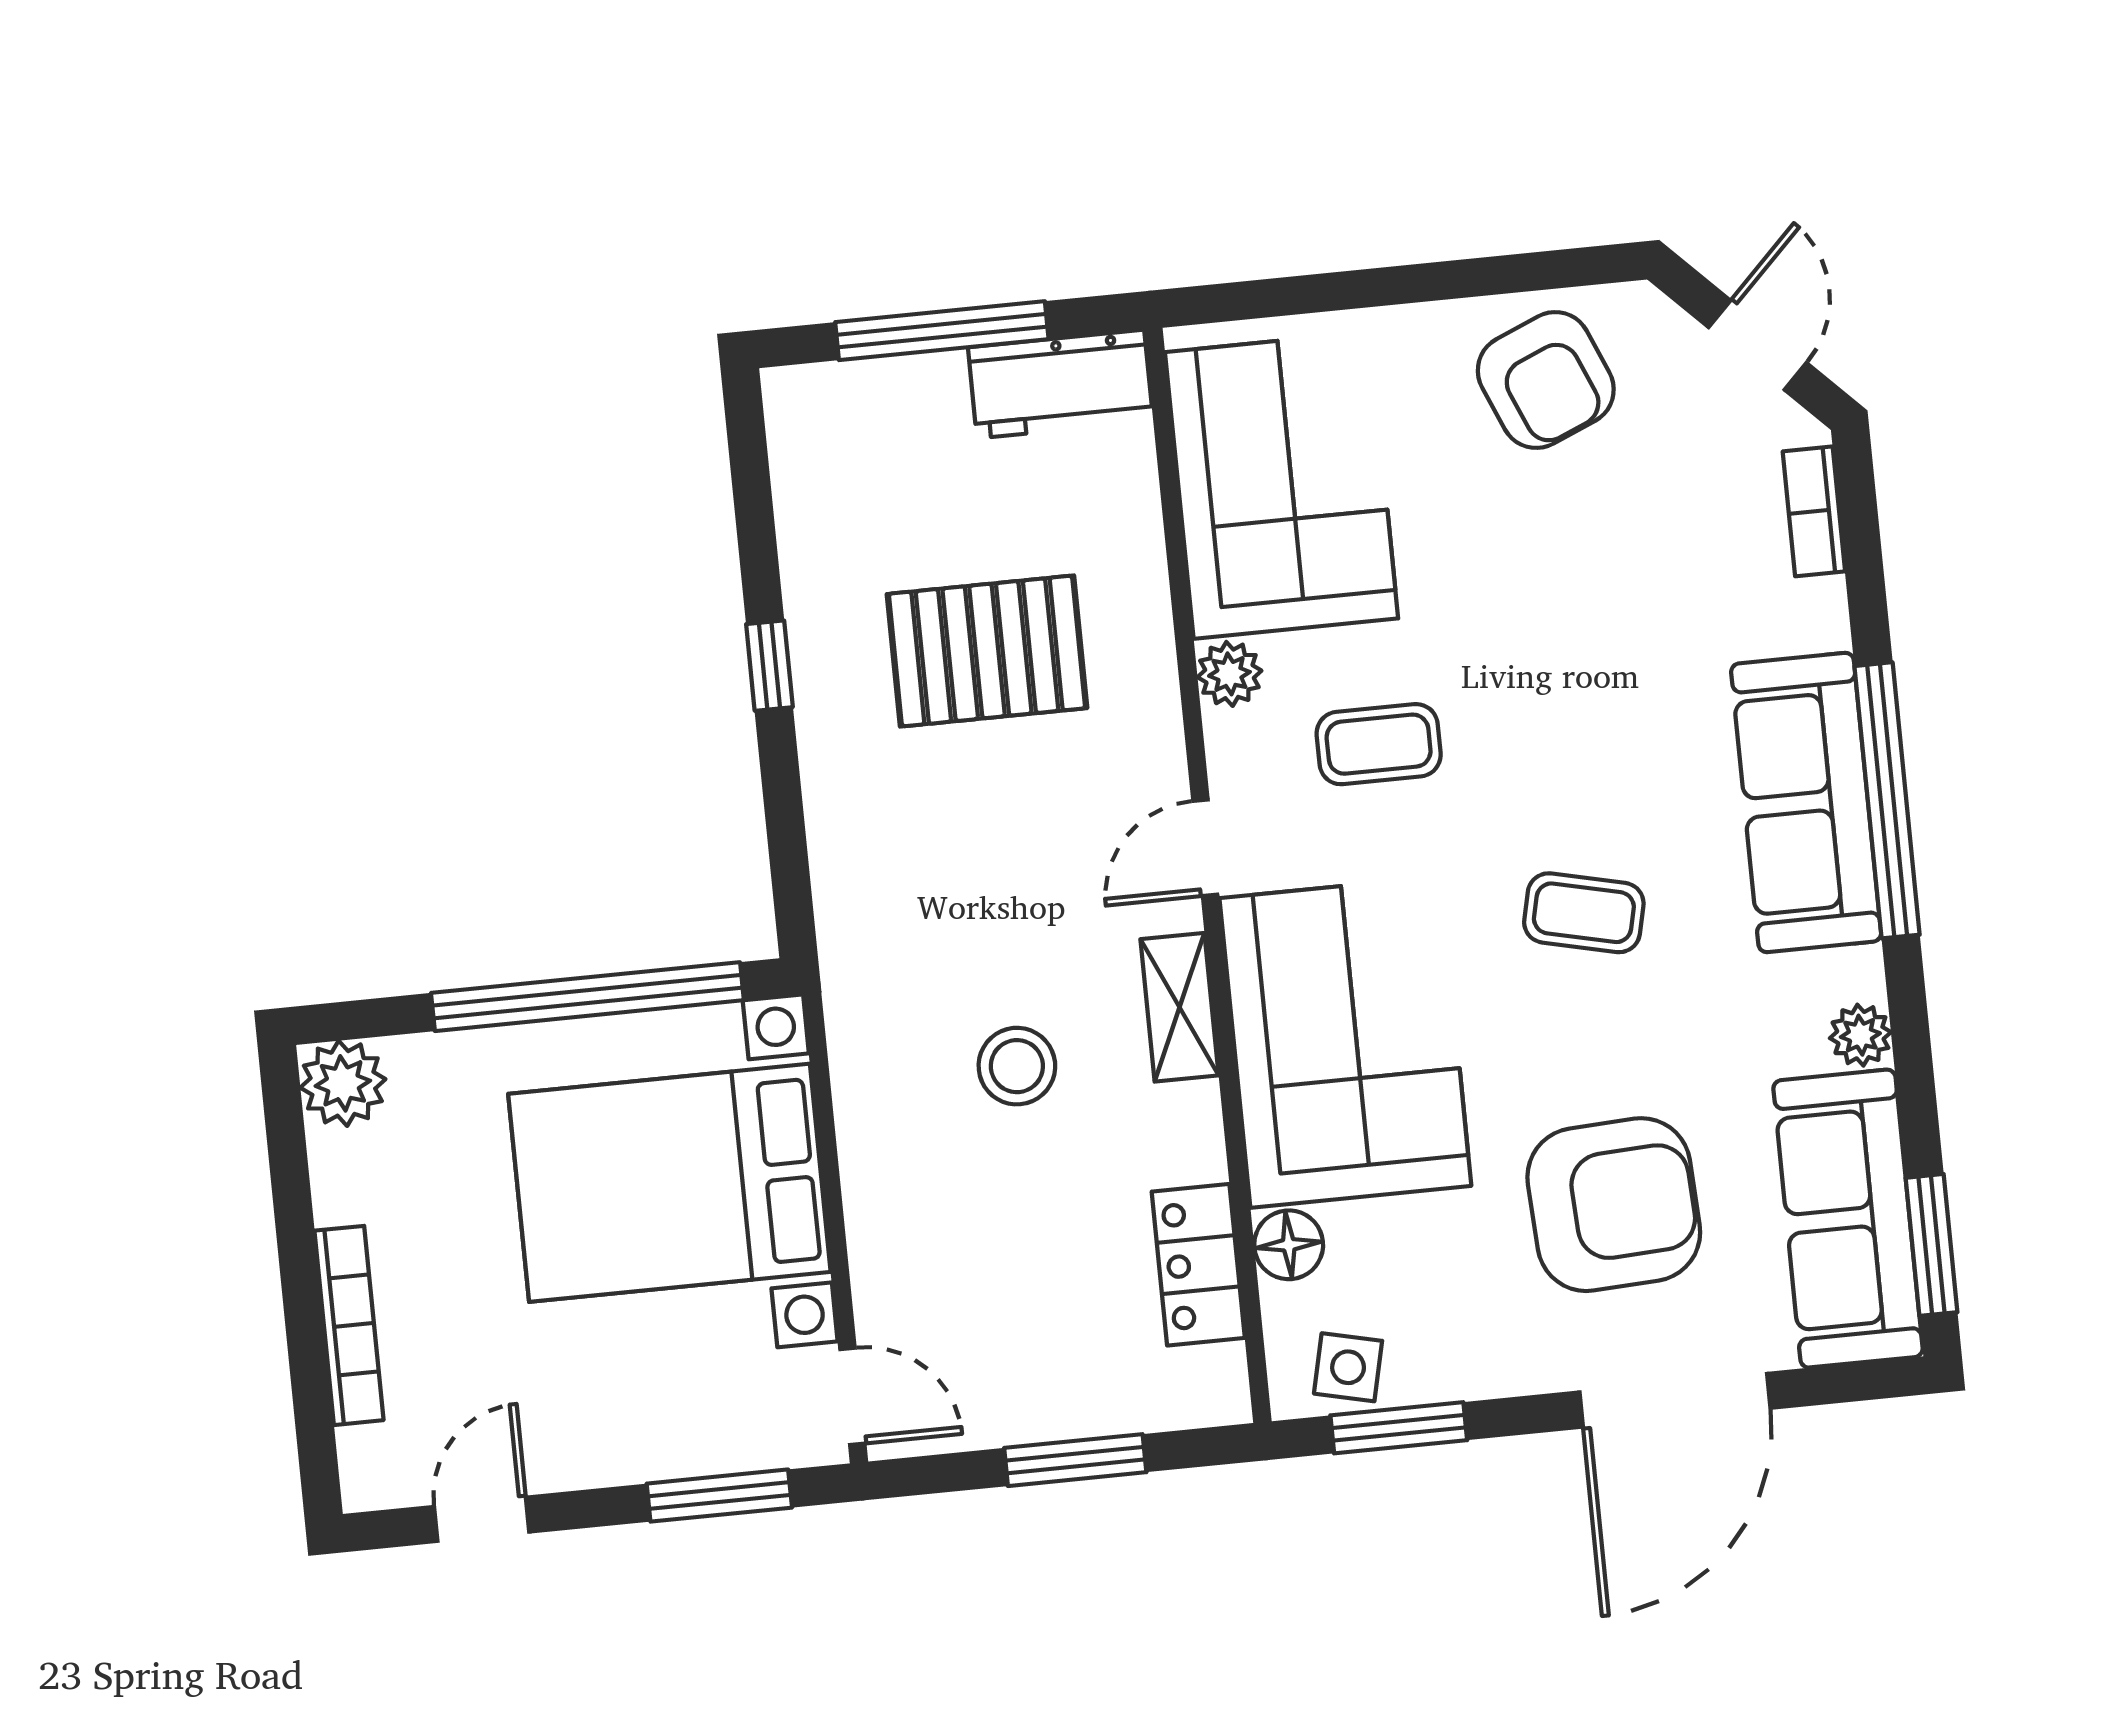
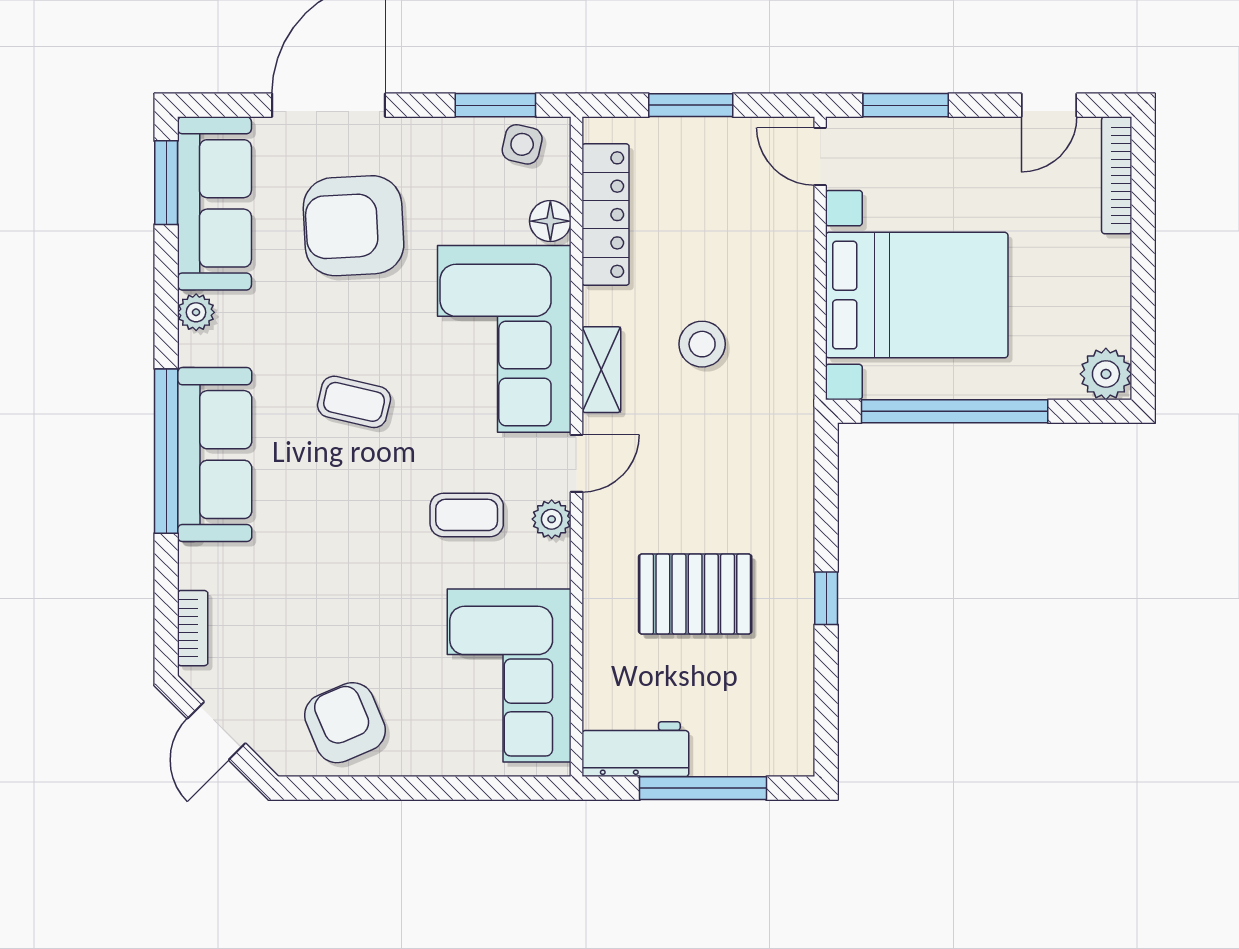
plant: (1229, 674) -> (552, 519), moved
locker: (1198, 1265) -> (605, 215), width x1.53
bookcase: (349, 1325) -> (1117, 175), moved

